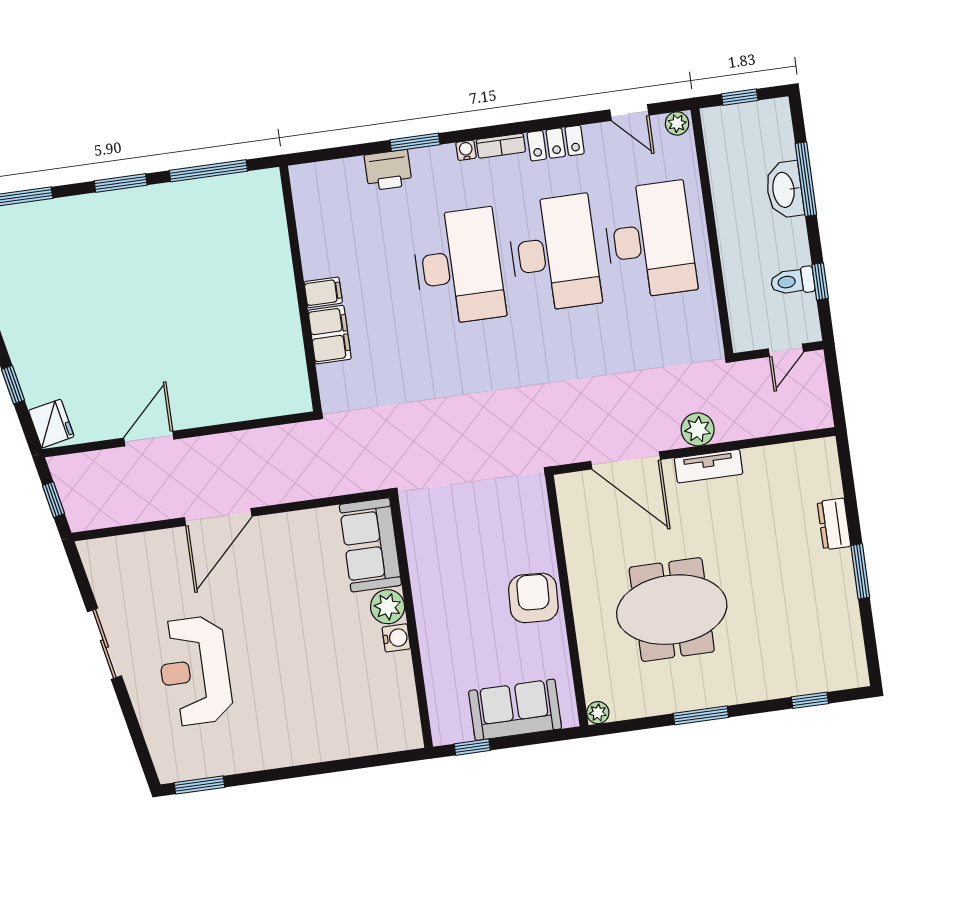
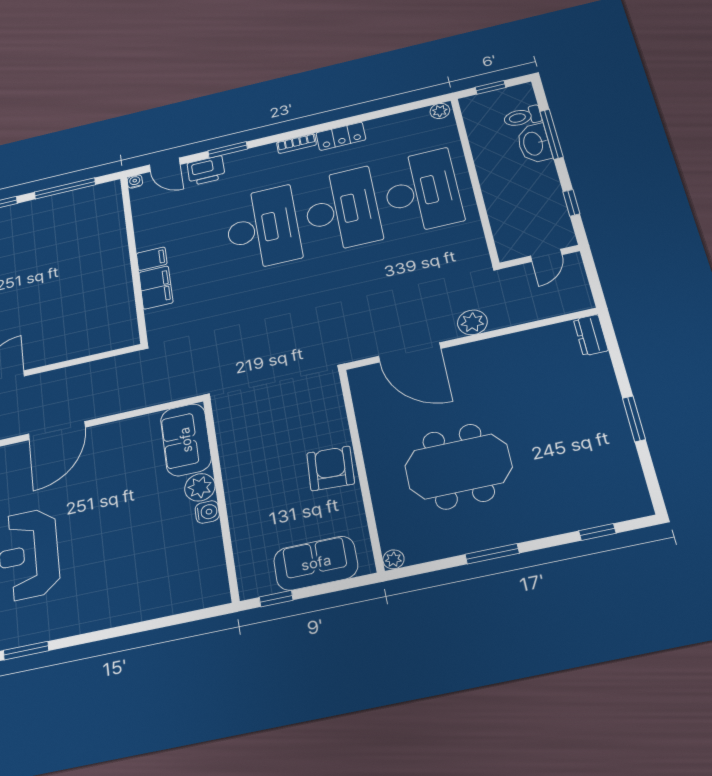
door: (629, 112) -> (165, 165), moved
water cooler: (466, 150) -> (135, 182), moved
toilet: (793, 281) -> (522, 117), moved
tv unit: (709, 466) -> (484, 349), removed
dresser: (834, 524) -> (591, 335), moved

